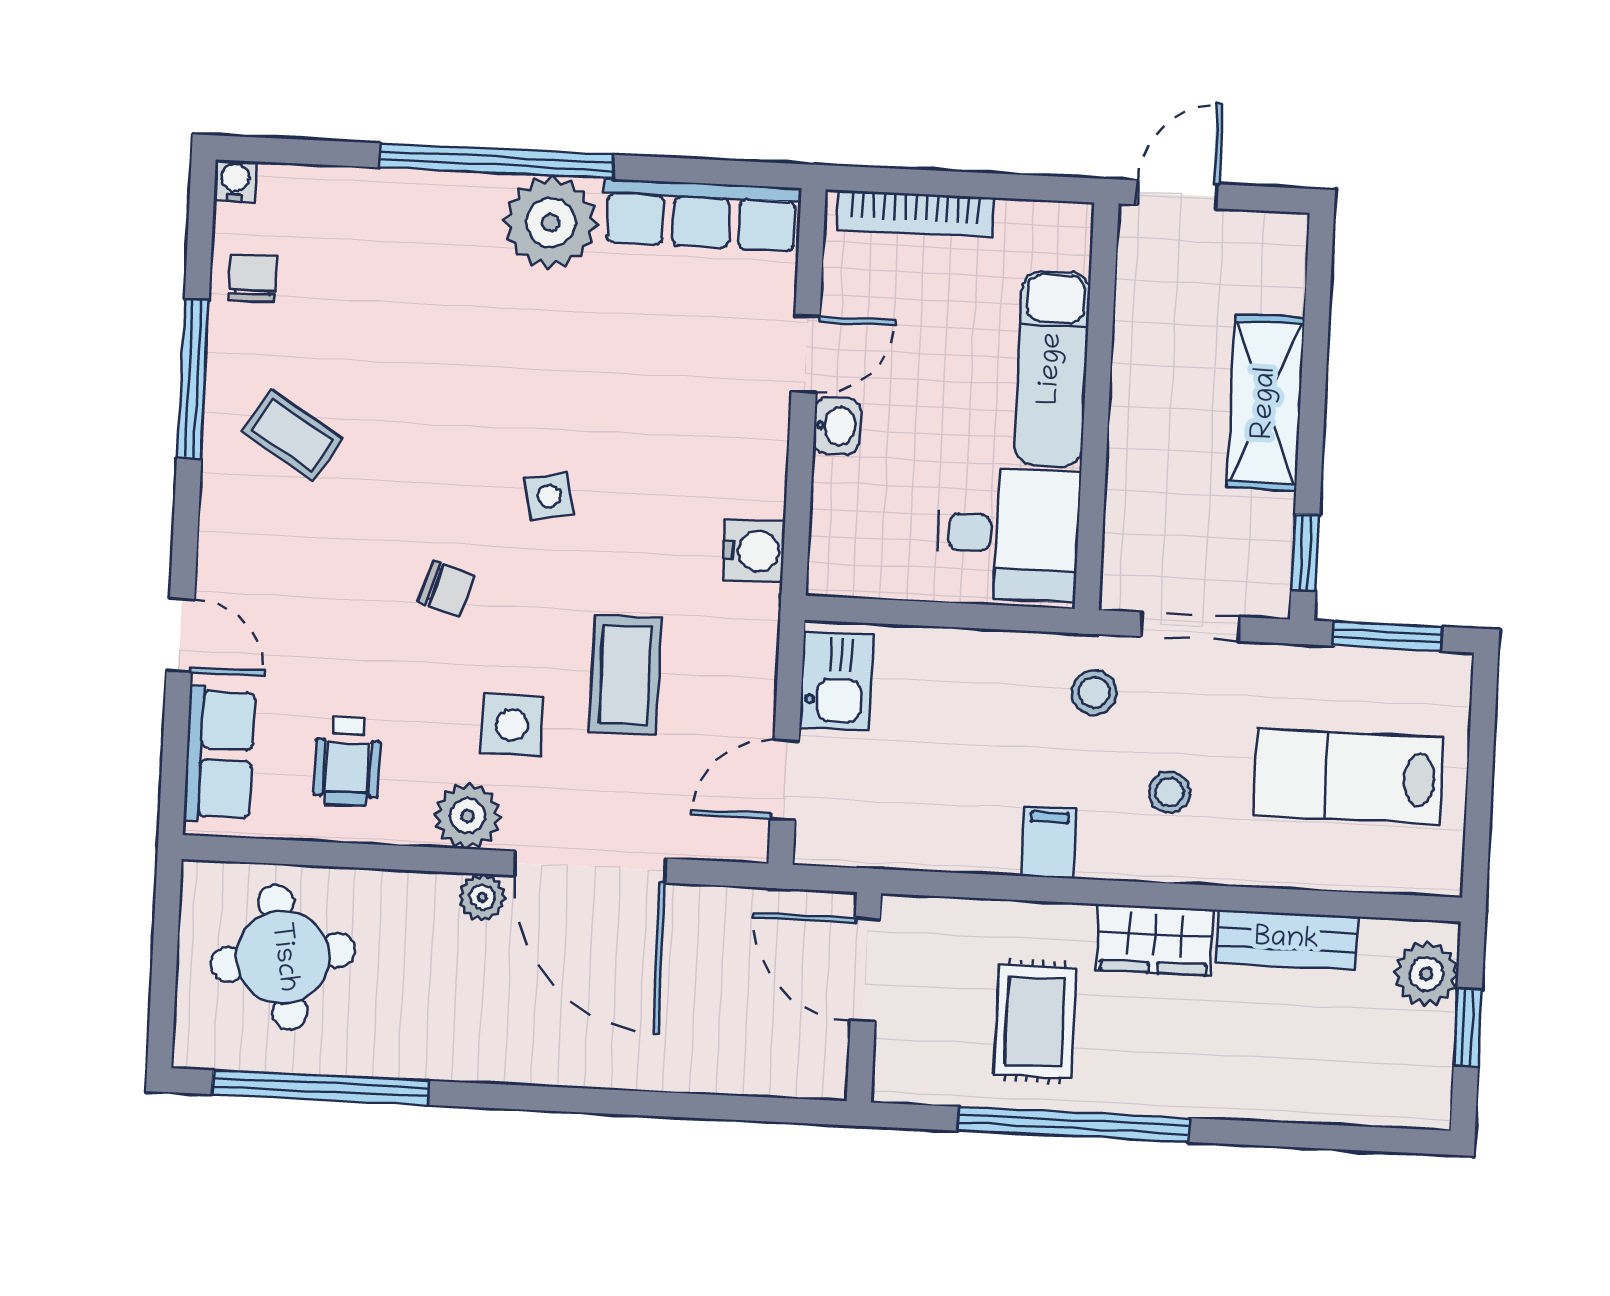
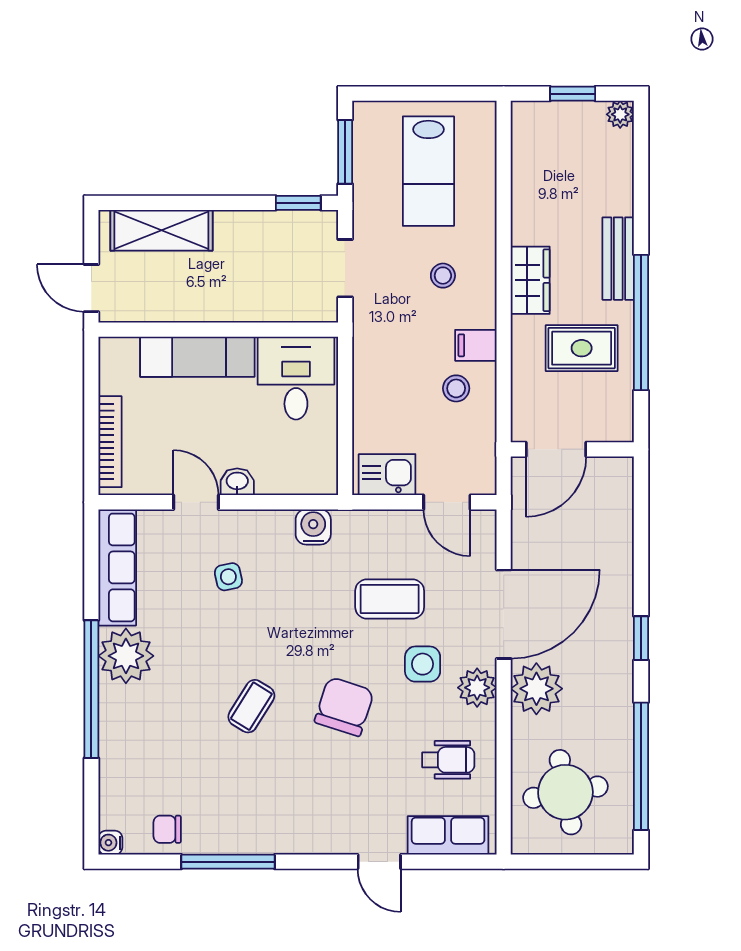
shelving: (1266, 403) -> (161, 230), moved
coffee table: (292, 435) -> (251, 706), moved
side table: (549, 496) -> (228, 577), moved
chair: (446, 589) -> (344, 707), width x1.87, depth x1.87
door: (180, 635) -> (379, 862), swing flipped
stool: (1094, 692) -> (456, 388), moved
plant: (482, 897) -> (536, 689), width x1.87, depth x1.87
bench: (1287, 940) -> (618, 259), moved
plant: (1426, 974) -> (620, 114), moved, width x0.73, depth x0.73
window: (538, 1098) -> (641, 638), added

